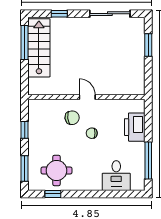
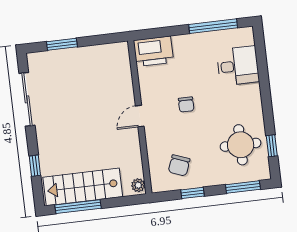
plant: (35, 90) -> (138, 185), added
chair: (72, 118) -> (179, 165), moved, turned -151
printer: (135, 127) -> (153, 51), moved

